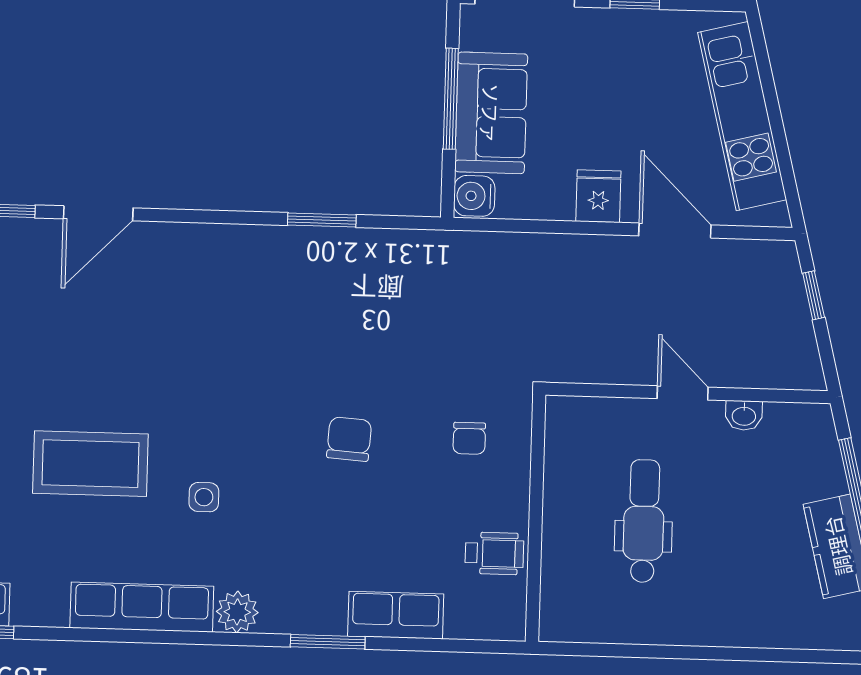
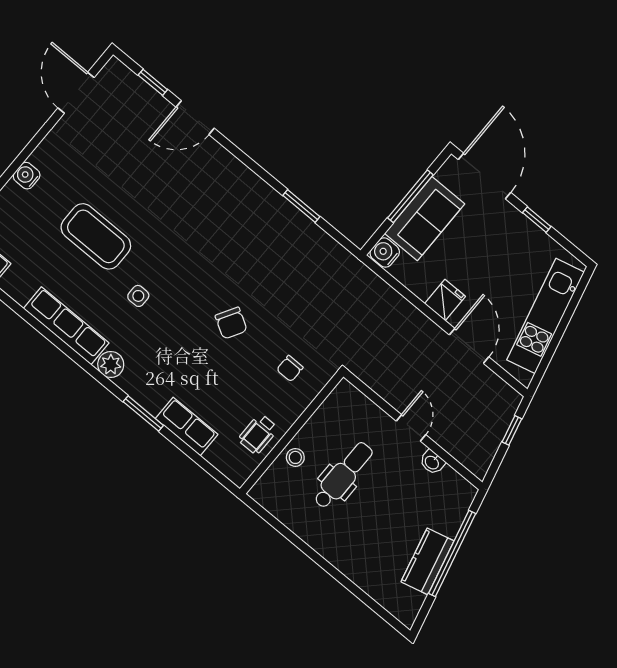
chair: (349, 439) -> (231, 323), turned 116
stool: (565, 546) -> (295, 457), added
wheelchair: (494, 553) -> (258, 434), turned 90

